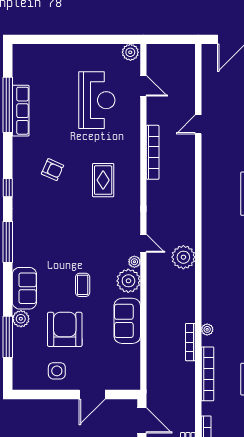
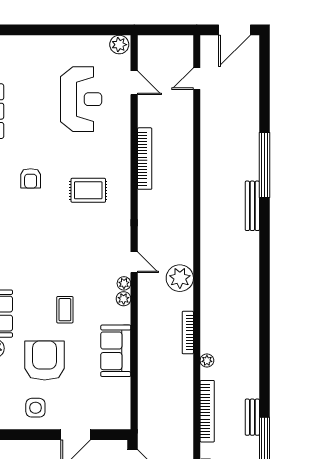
door: (198, 124) -> (197, 79), moved
armchair: (53, 170) -> (31, 178), turned 66
rug: (103, 180) -> (88, 190), turned 90
plant: (128, 281) -> (124, 299), width x0.53, depth x0.53
bookcase: (190, 342) -> (188, 333), moved

